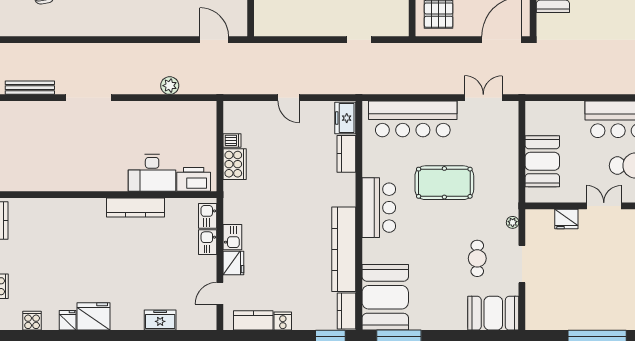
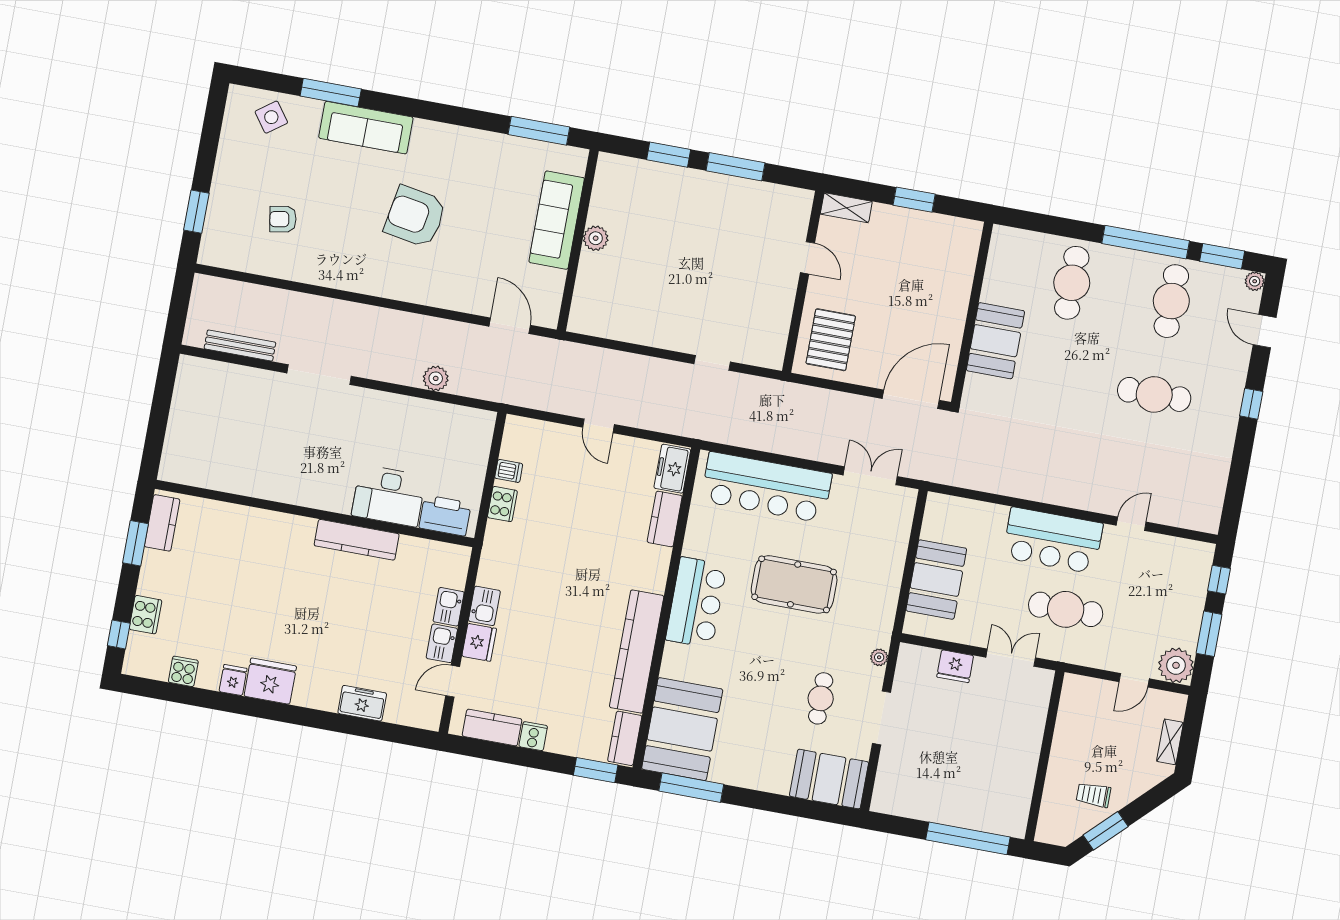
cooker: (235, 164) -> (502, 504), width x0.73, depth x0.76
kitchen sink: (208, 216) -> (442, 643), moved

